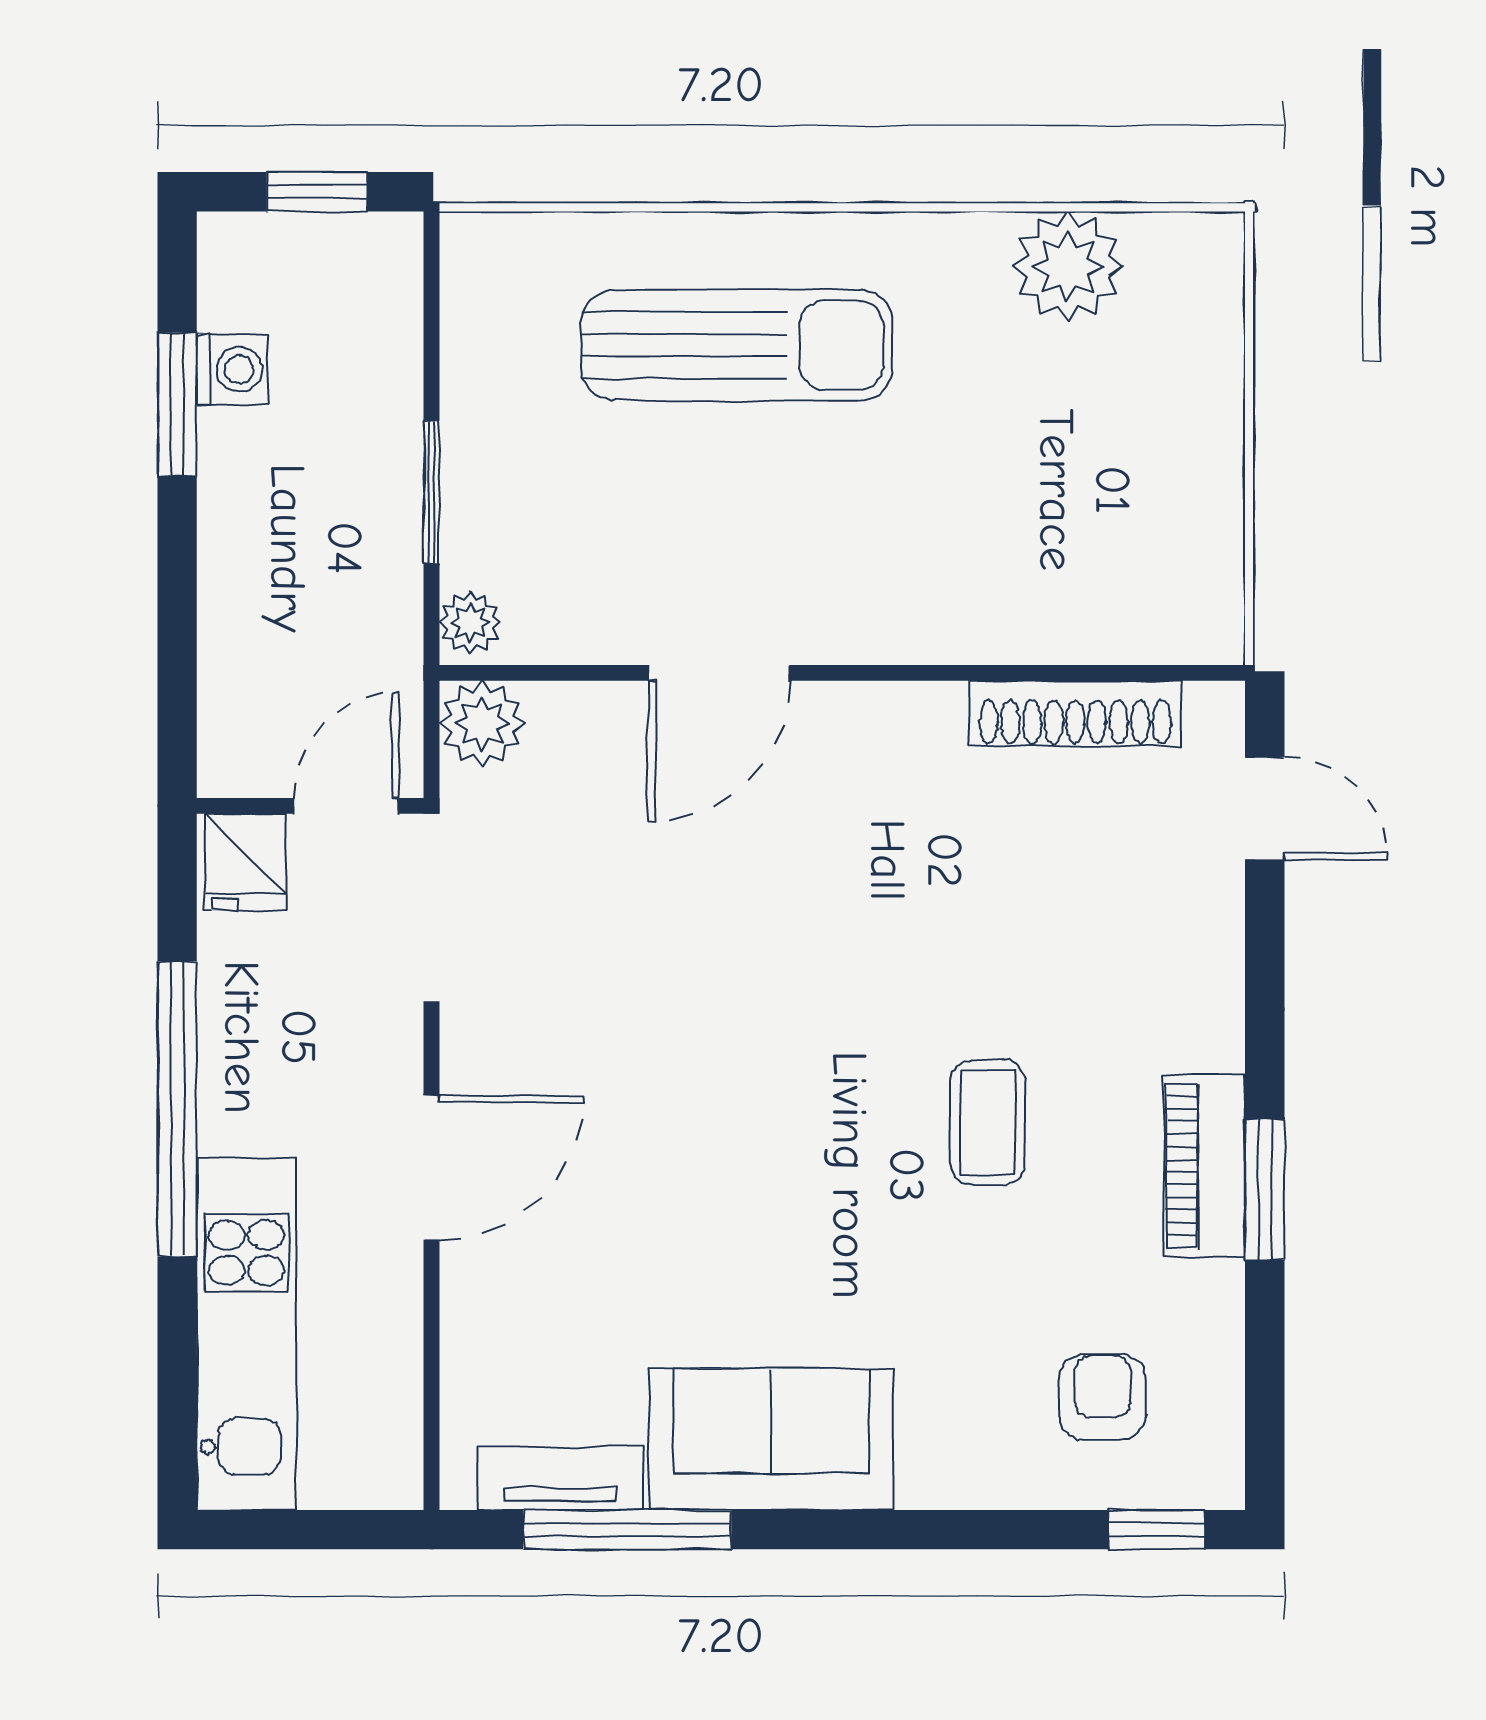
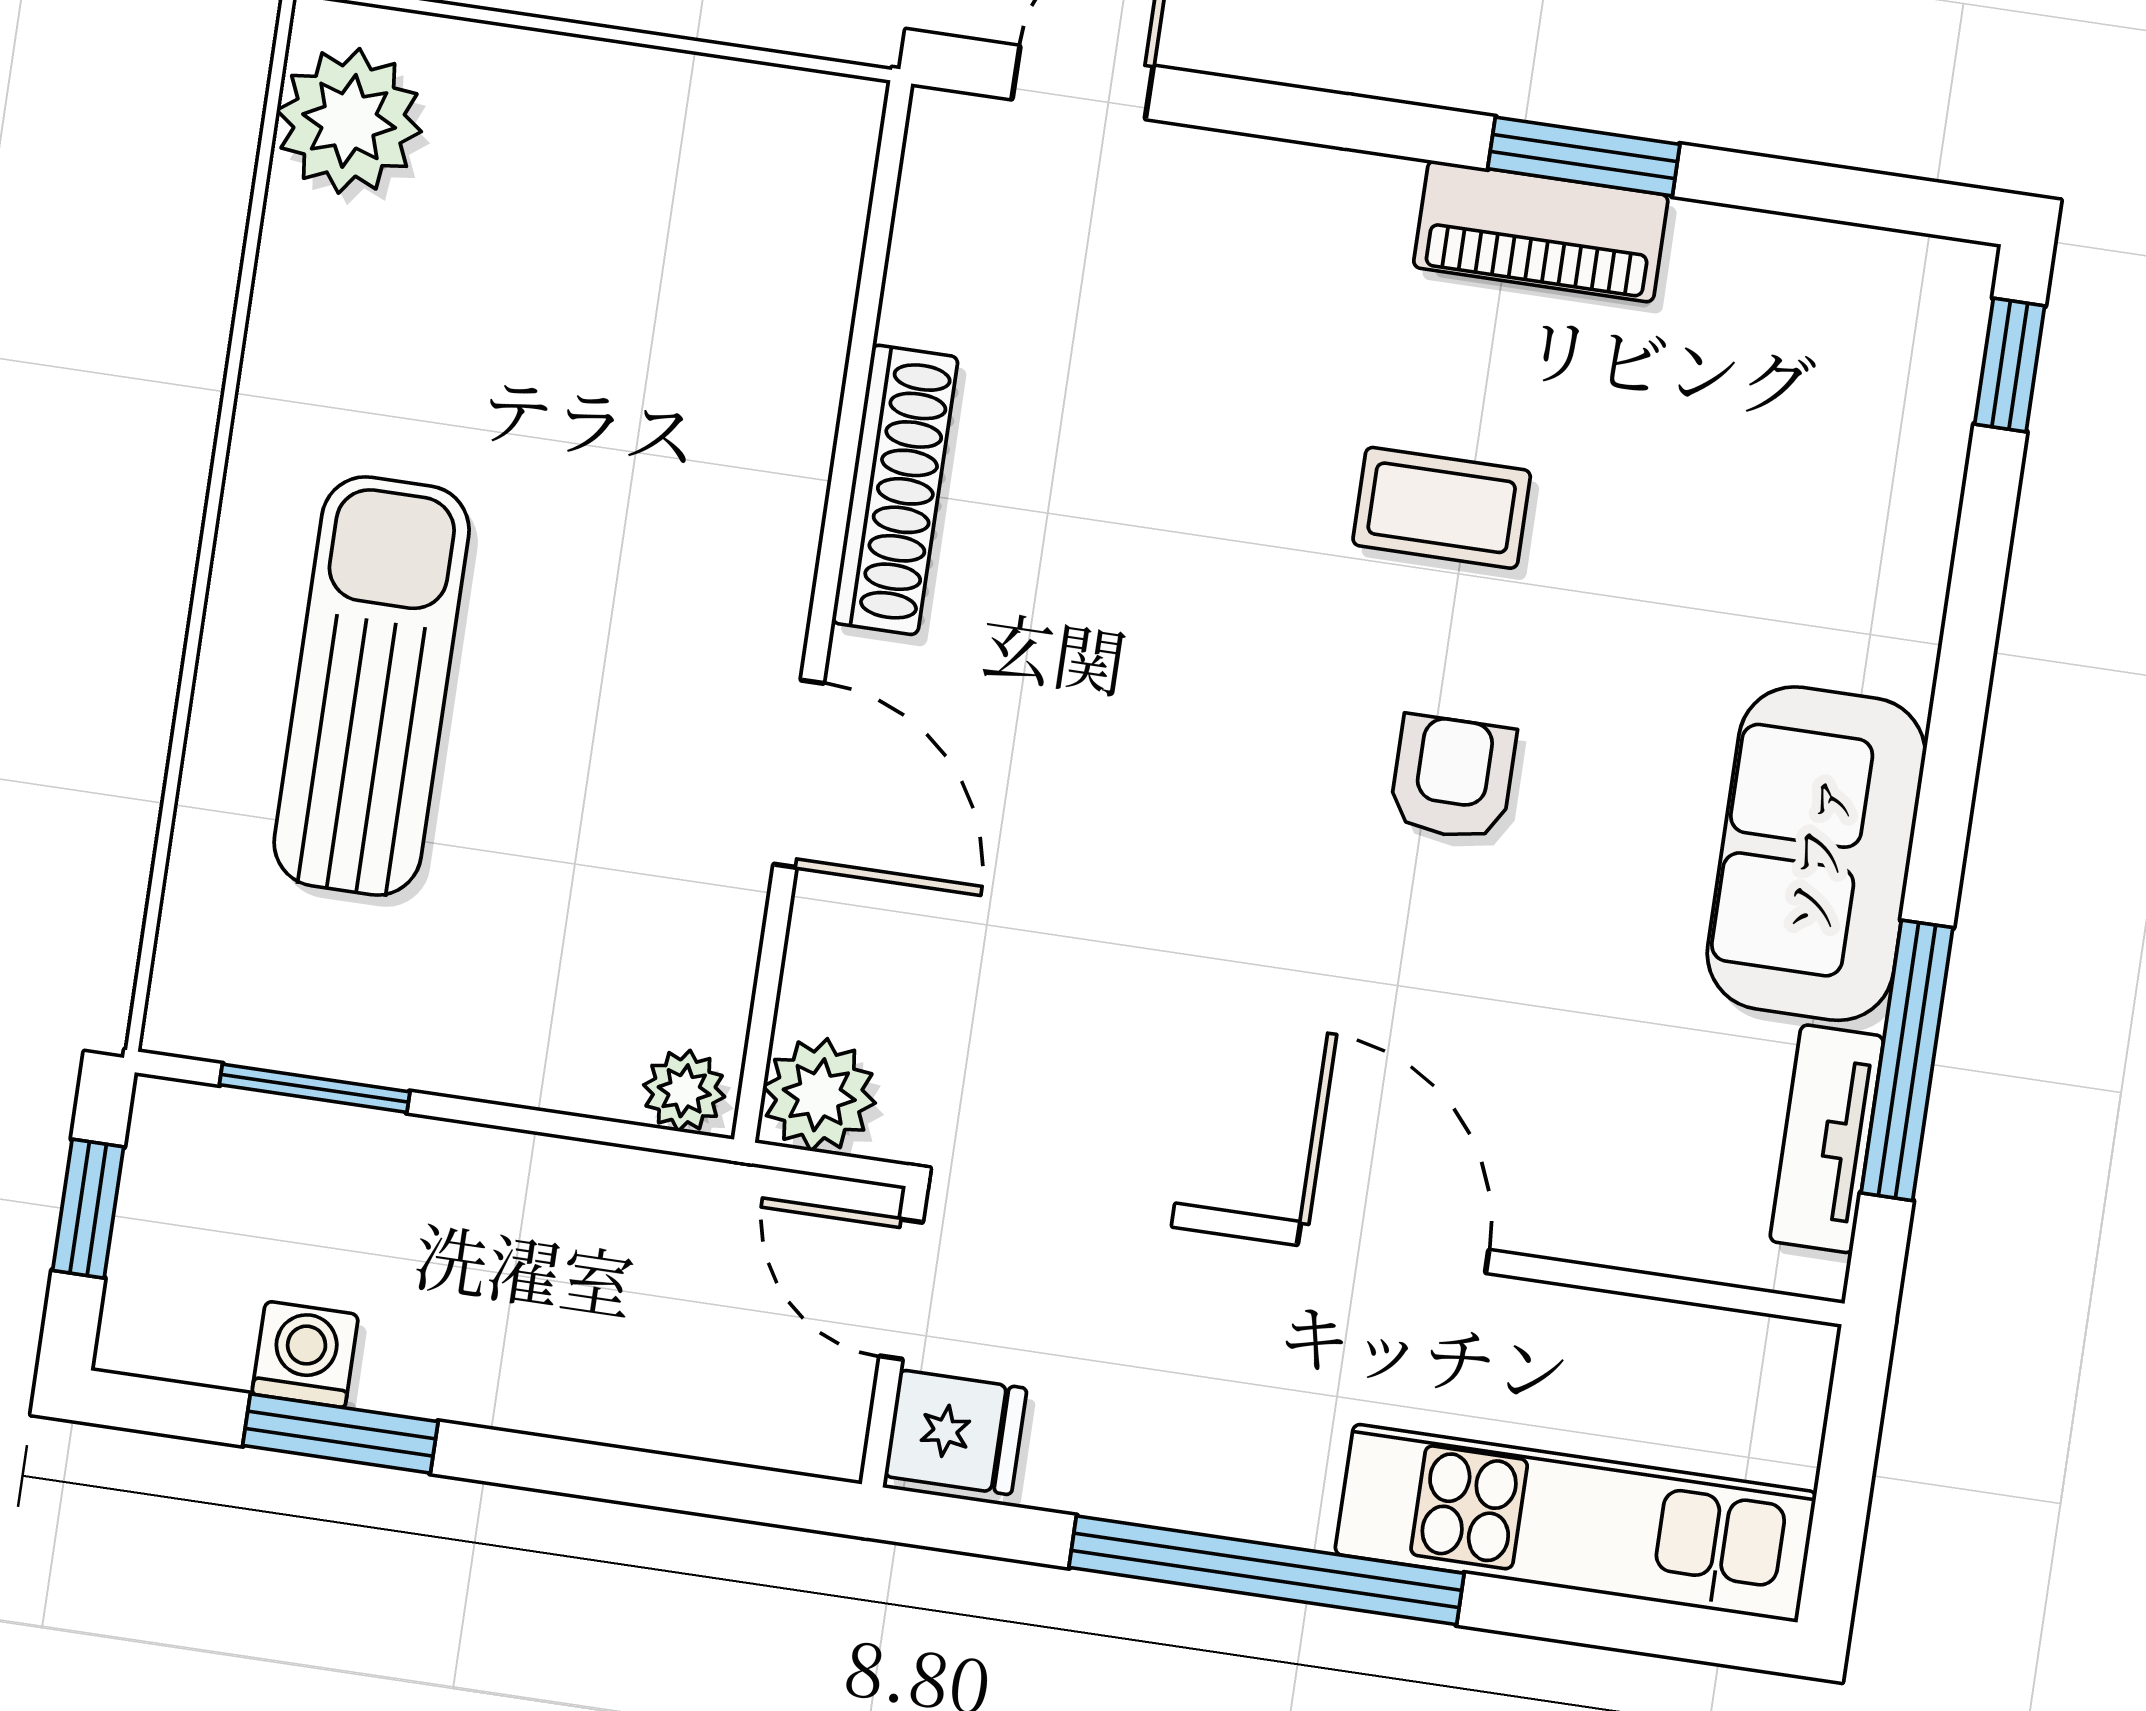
plant: (1068, 266) -> (349, 121), moved
window: (431, 492) -> (315, 1088), moved
shoe rack: (1075, 713) -> (895, 490), moved
armchair: (1102, 1397) -> (1453, 778), moved, turned 90

